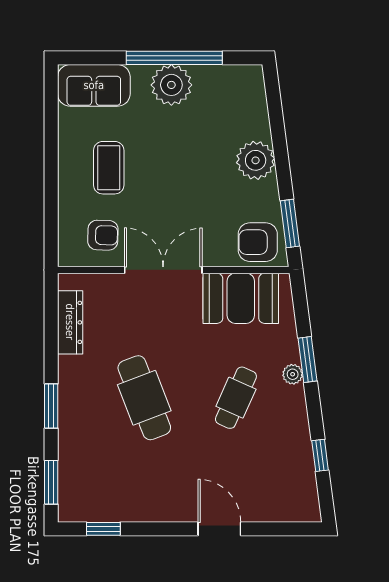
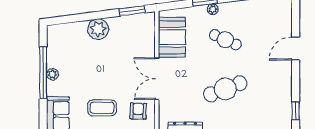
plant: (171, 85) -> (53, 74), width x0.53, depth x0.53
armchair: (258, 242) -> (142, 28), removed

